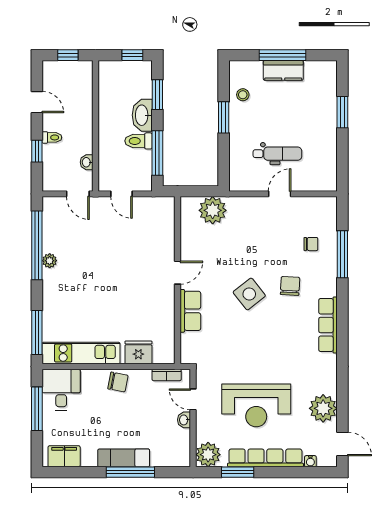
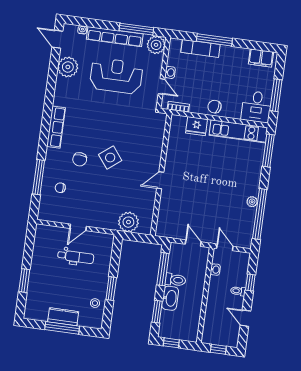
dental chair: (277, 154) -> (76, 257), turned 180
row of seats: (190, 311) -> (155, 151), removed
exam couch: (124, 458) -> (201, 48), moved
window: (238, 472) -> (136, 29), width x1.44

